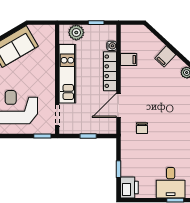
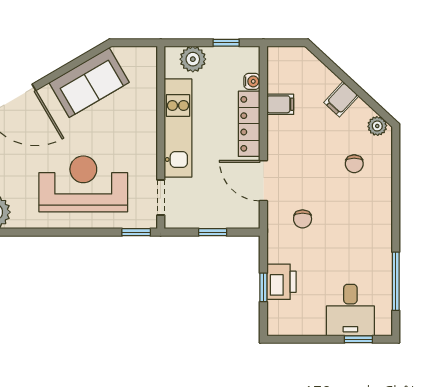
chair: (173, 95) -> (354, 164), added
door: (119, 105) -> (263, 181), hinge flipped
printer: (129, 188) -> (281, 282), moved

